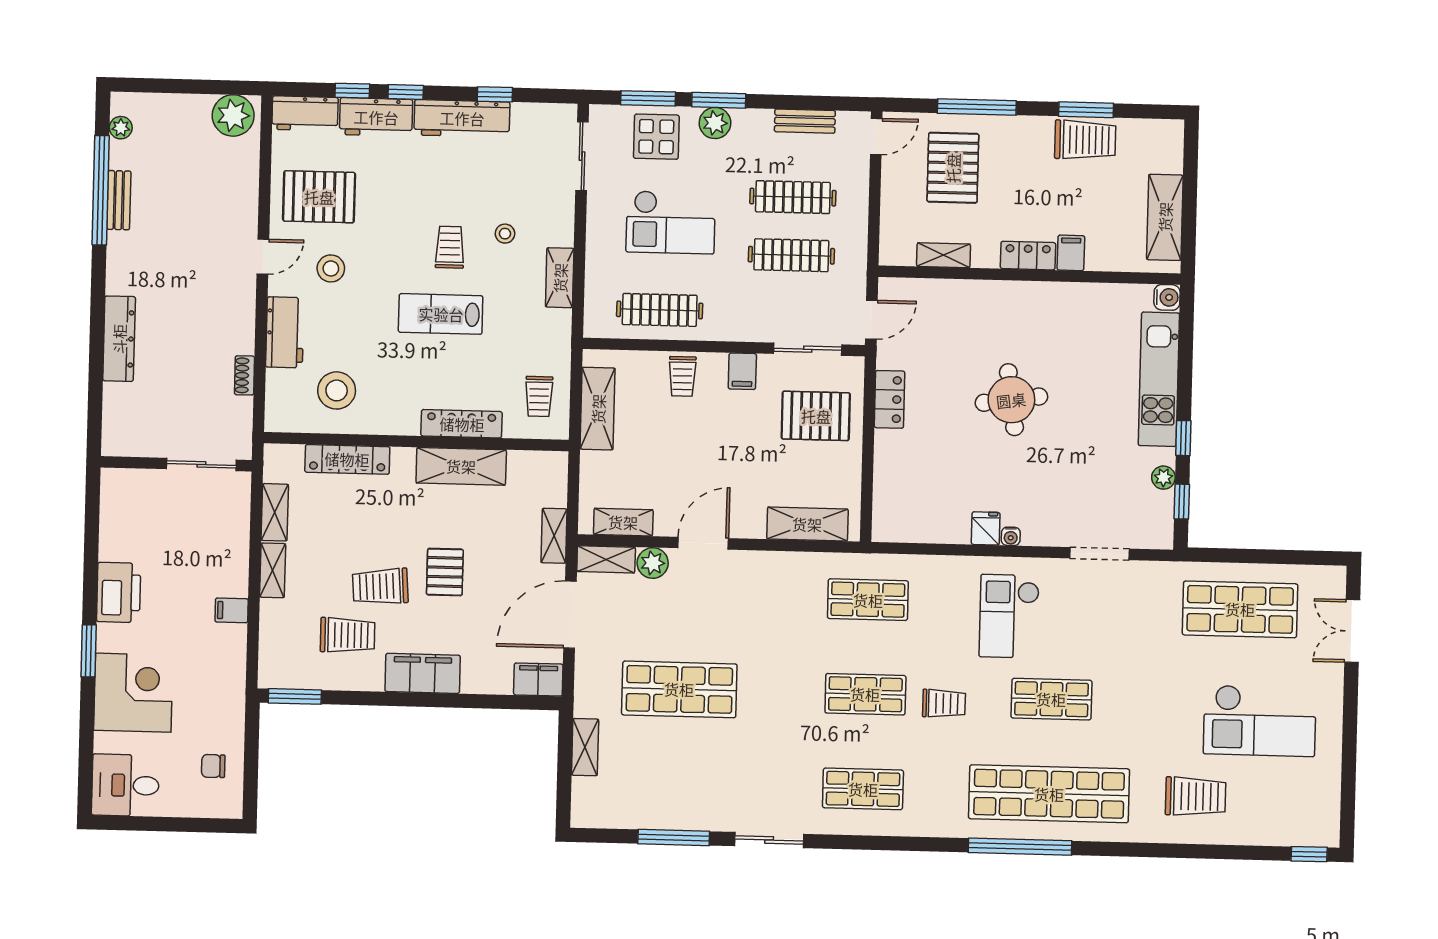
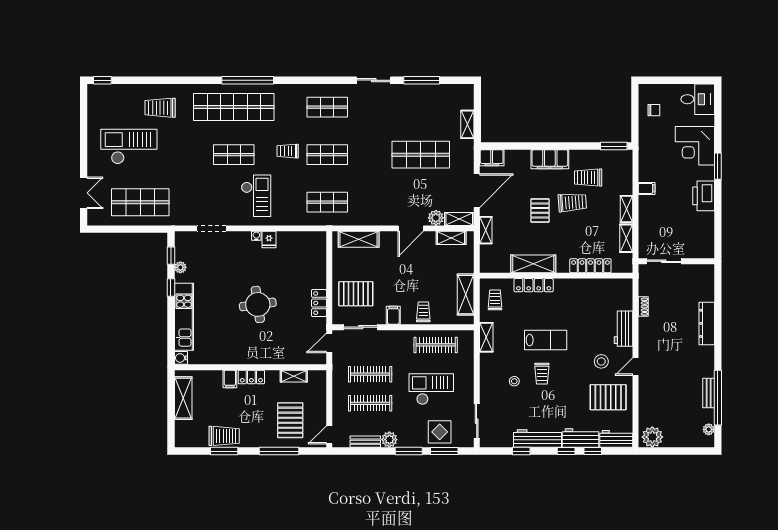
plant: (715, 123) -> (389, 440), moved
trolley: (1085, 140) -> (224, 436), turned 180
shelving: (560, 278) -> (486, 337), moved
stool: (337, 390) -> (597, 300), removed

